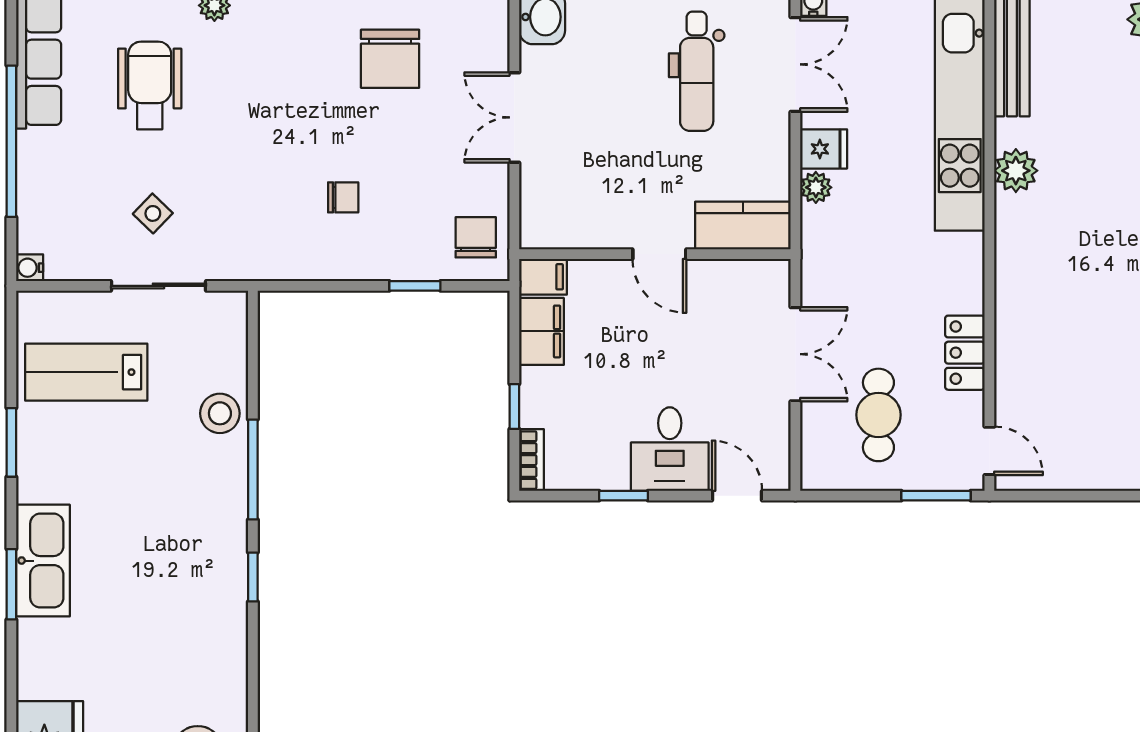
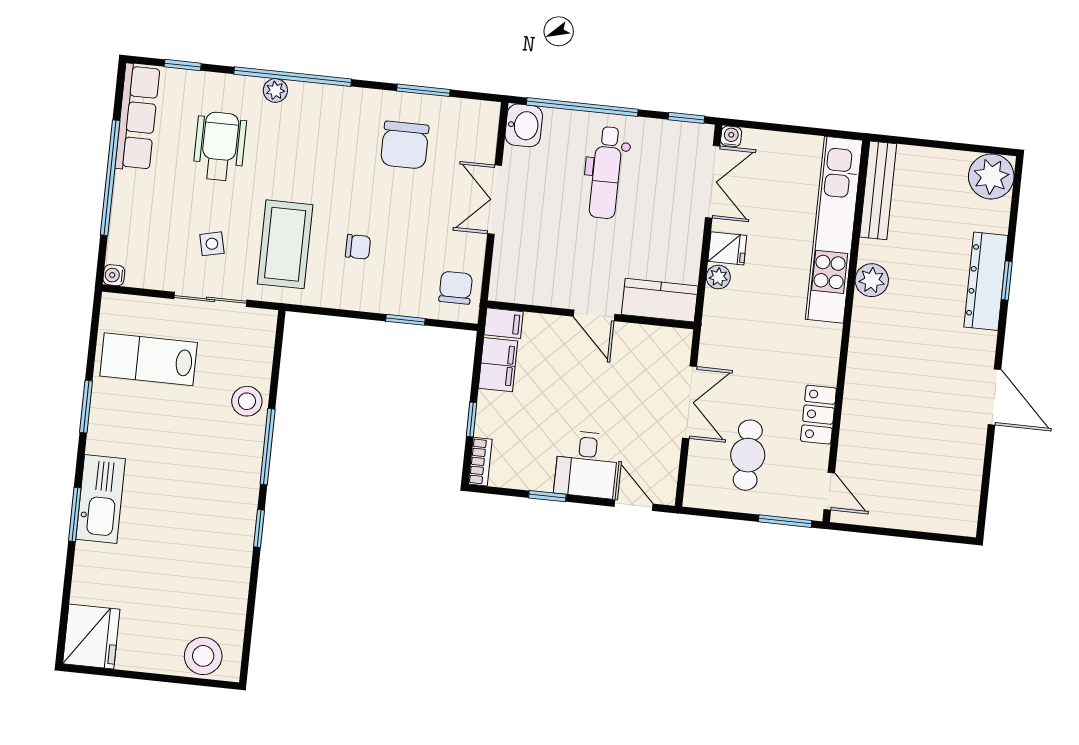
dental chair: (697, 71) -> (606, 173), moved
coffee table: (248, 204) -> (285, 244), added
side table: (153, 213) -> (212, 244), turned 33

